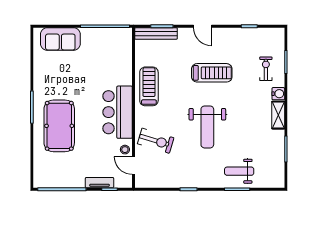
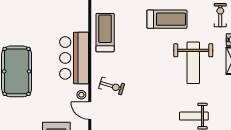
weight bench: (207, 127) -> (193, 63), moved
exercise bike: (156, 141) -> (112, 86), width x0.73, depth x0.72

